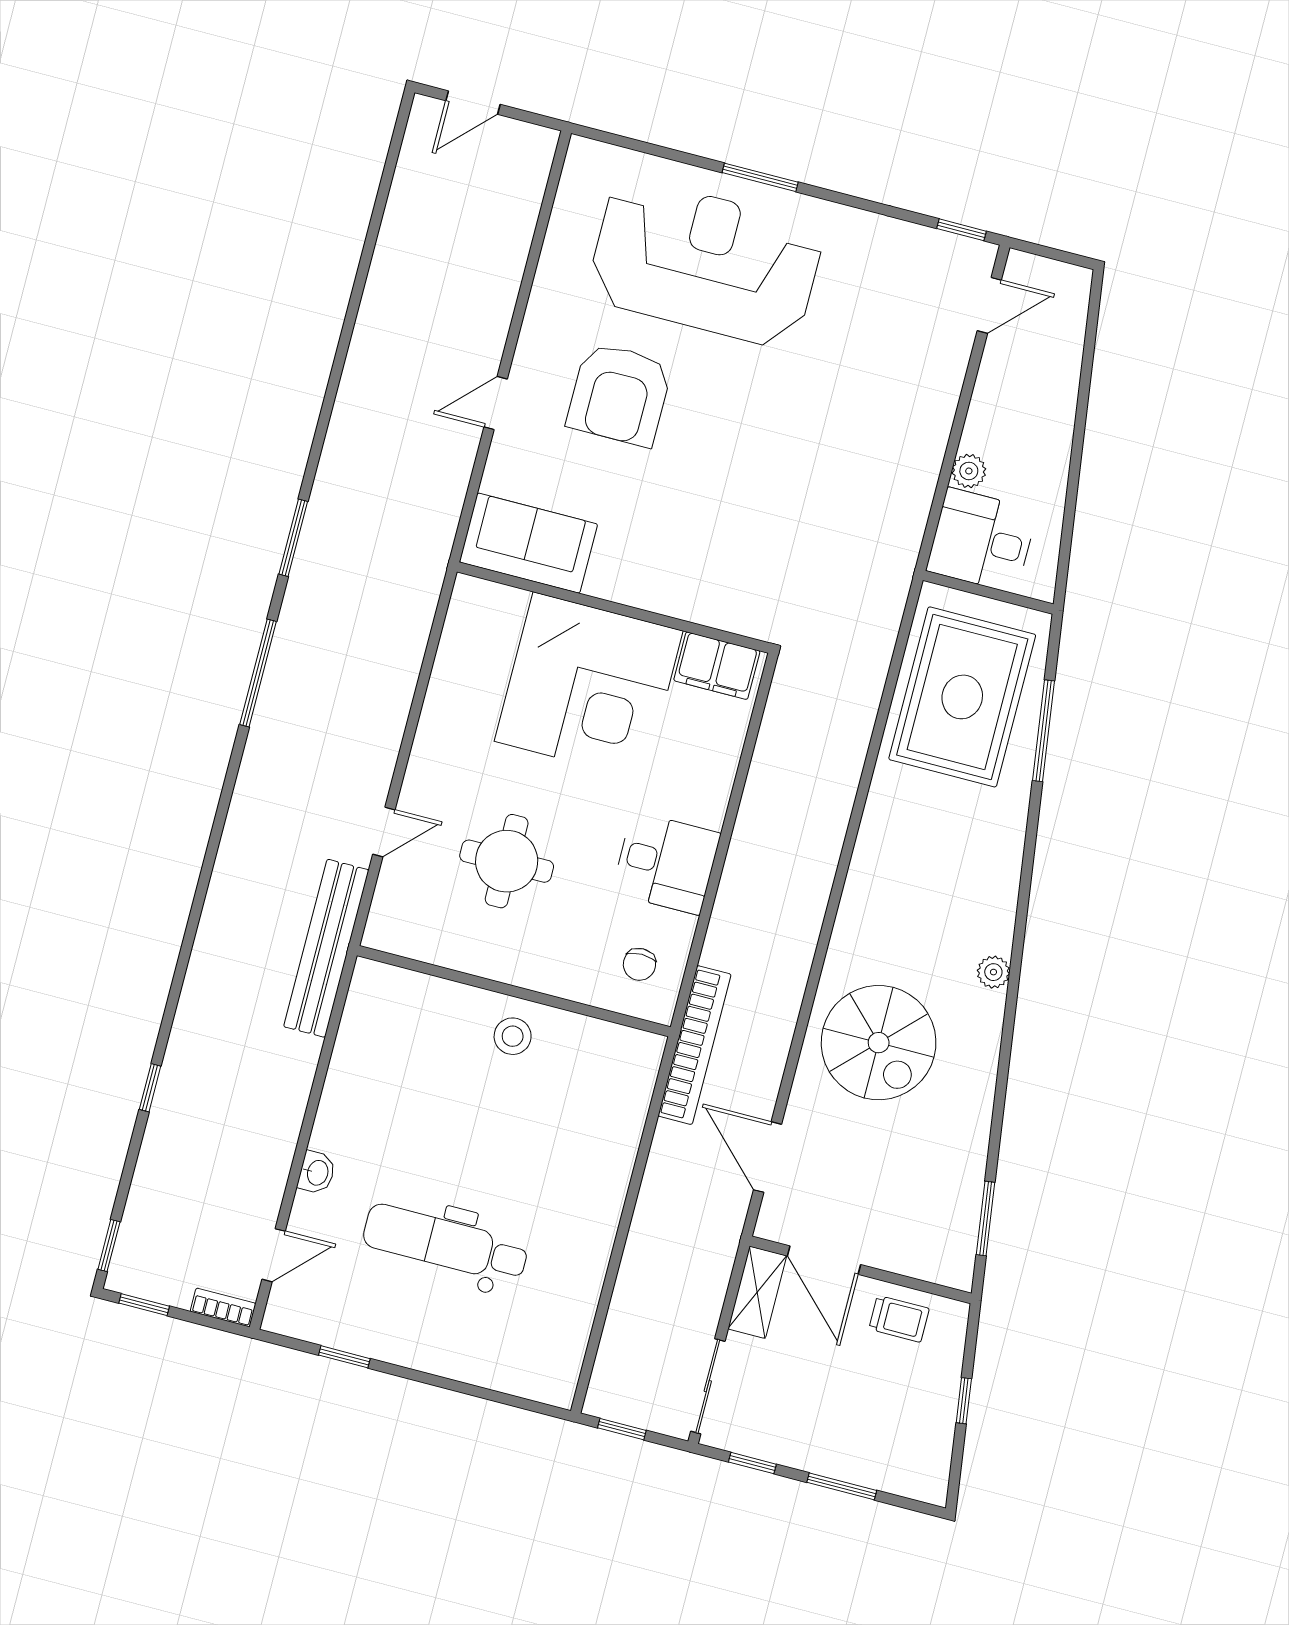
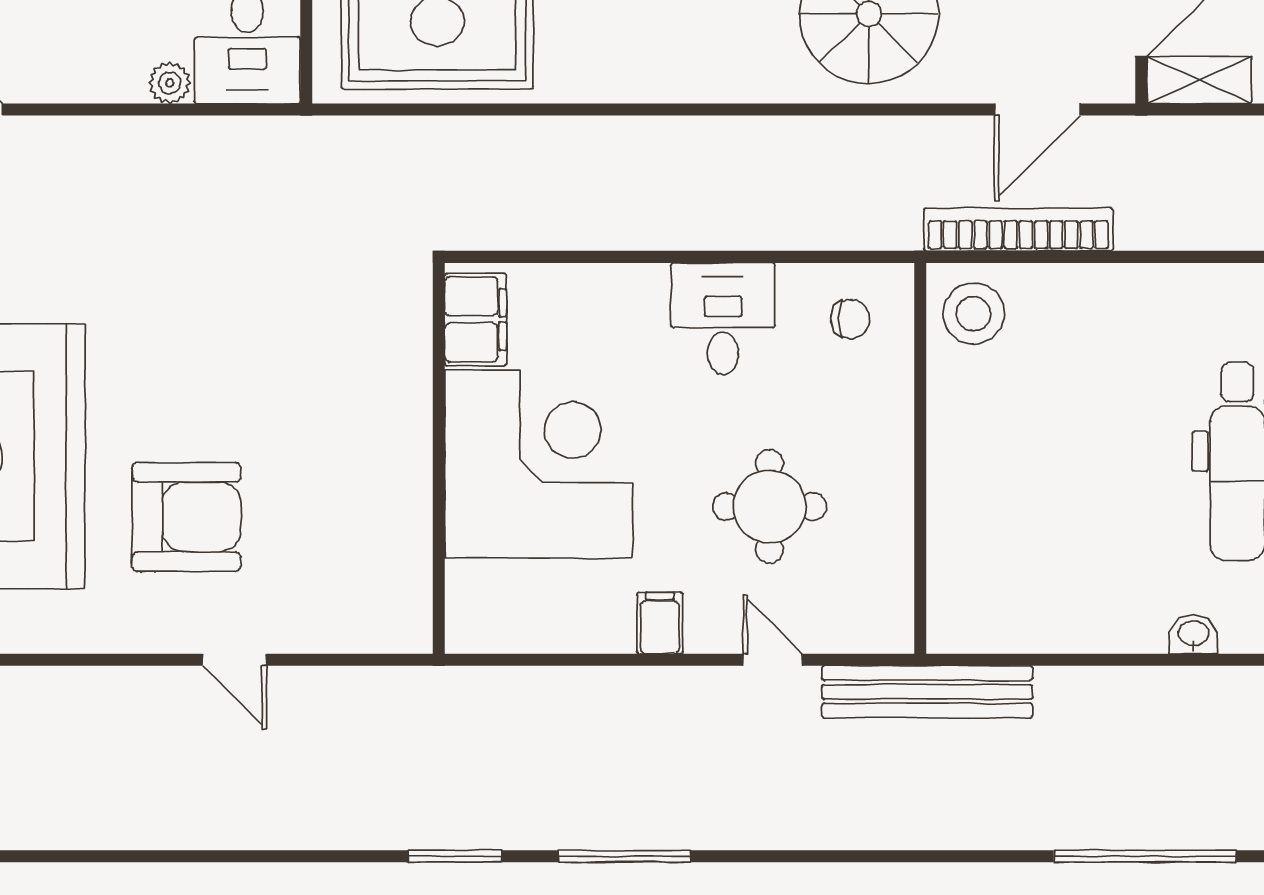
sofa: (528, 543) -> (389, 578), removed
filing cabinet: (437, 750) -> (660, 623), added
stool: (513, 1036) -> (973, 314), moved, width x1.38, depth x1.38
bookcase: (695, 1045) -> (1018, 229), moved
window: (150, 1088) -> (1145, 856), width x3.17

